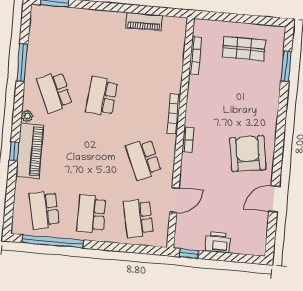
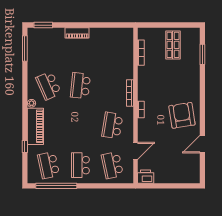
piano: (144, 22) -> (77, 33), moved
shop shelf: (244, 49) -> (173, 45), turned 90
window: (22, 62) -> (25, 48), moved
window: (14, 151) -> (25, 147), moved
school desk: (144, 159) -> (112, 125), turned 33
printer: (218, 242) -> (146, 177), moved
window: (189, 254) -> (149, 186), removed

